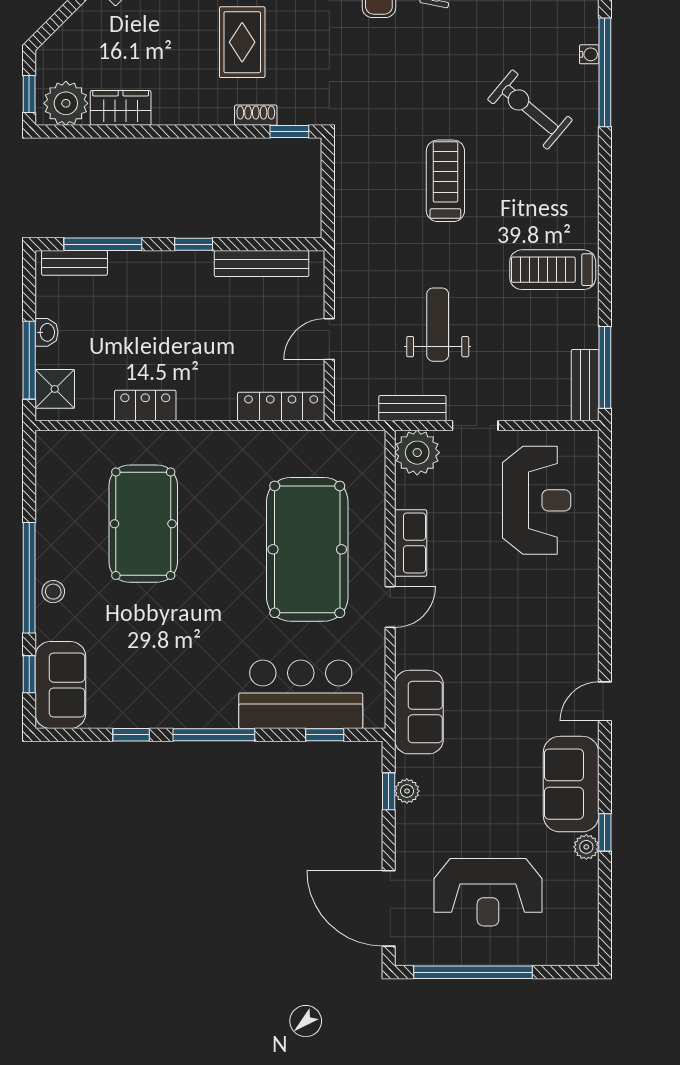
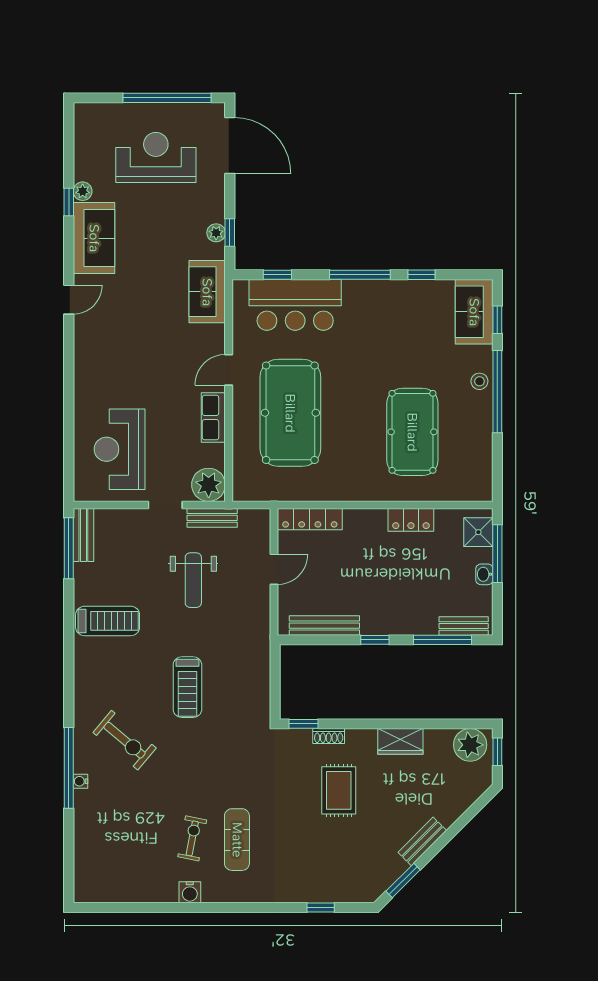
wardrobe: (121, 108) -> (400, 741), moved

